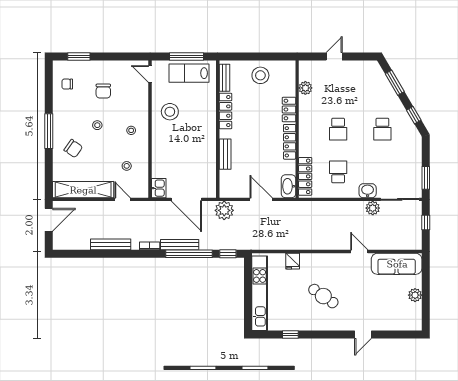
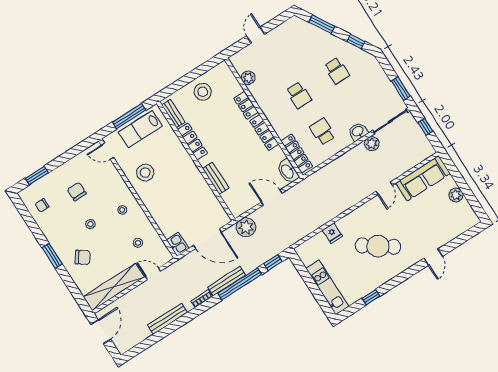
chair: (103, 91) -> (77, 192), turned 180
window: (49, 131) -> (52, 256), width x0.69
door: (359, 251) -> (384, 188), swing flipped
kitchen unit: (260, 293) -> (327, 287), width x0.73
cafe table: (323, 296) -> (378, 246), width x1.37, depth x1.35

